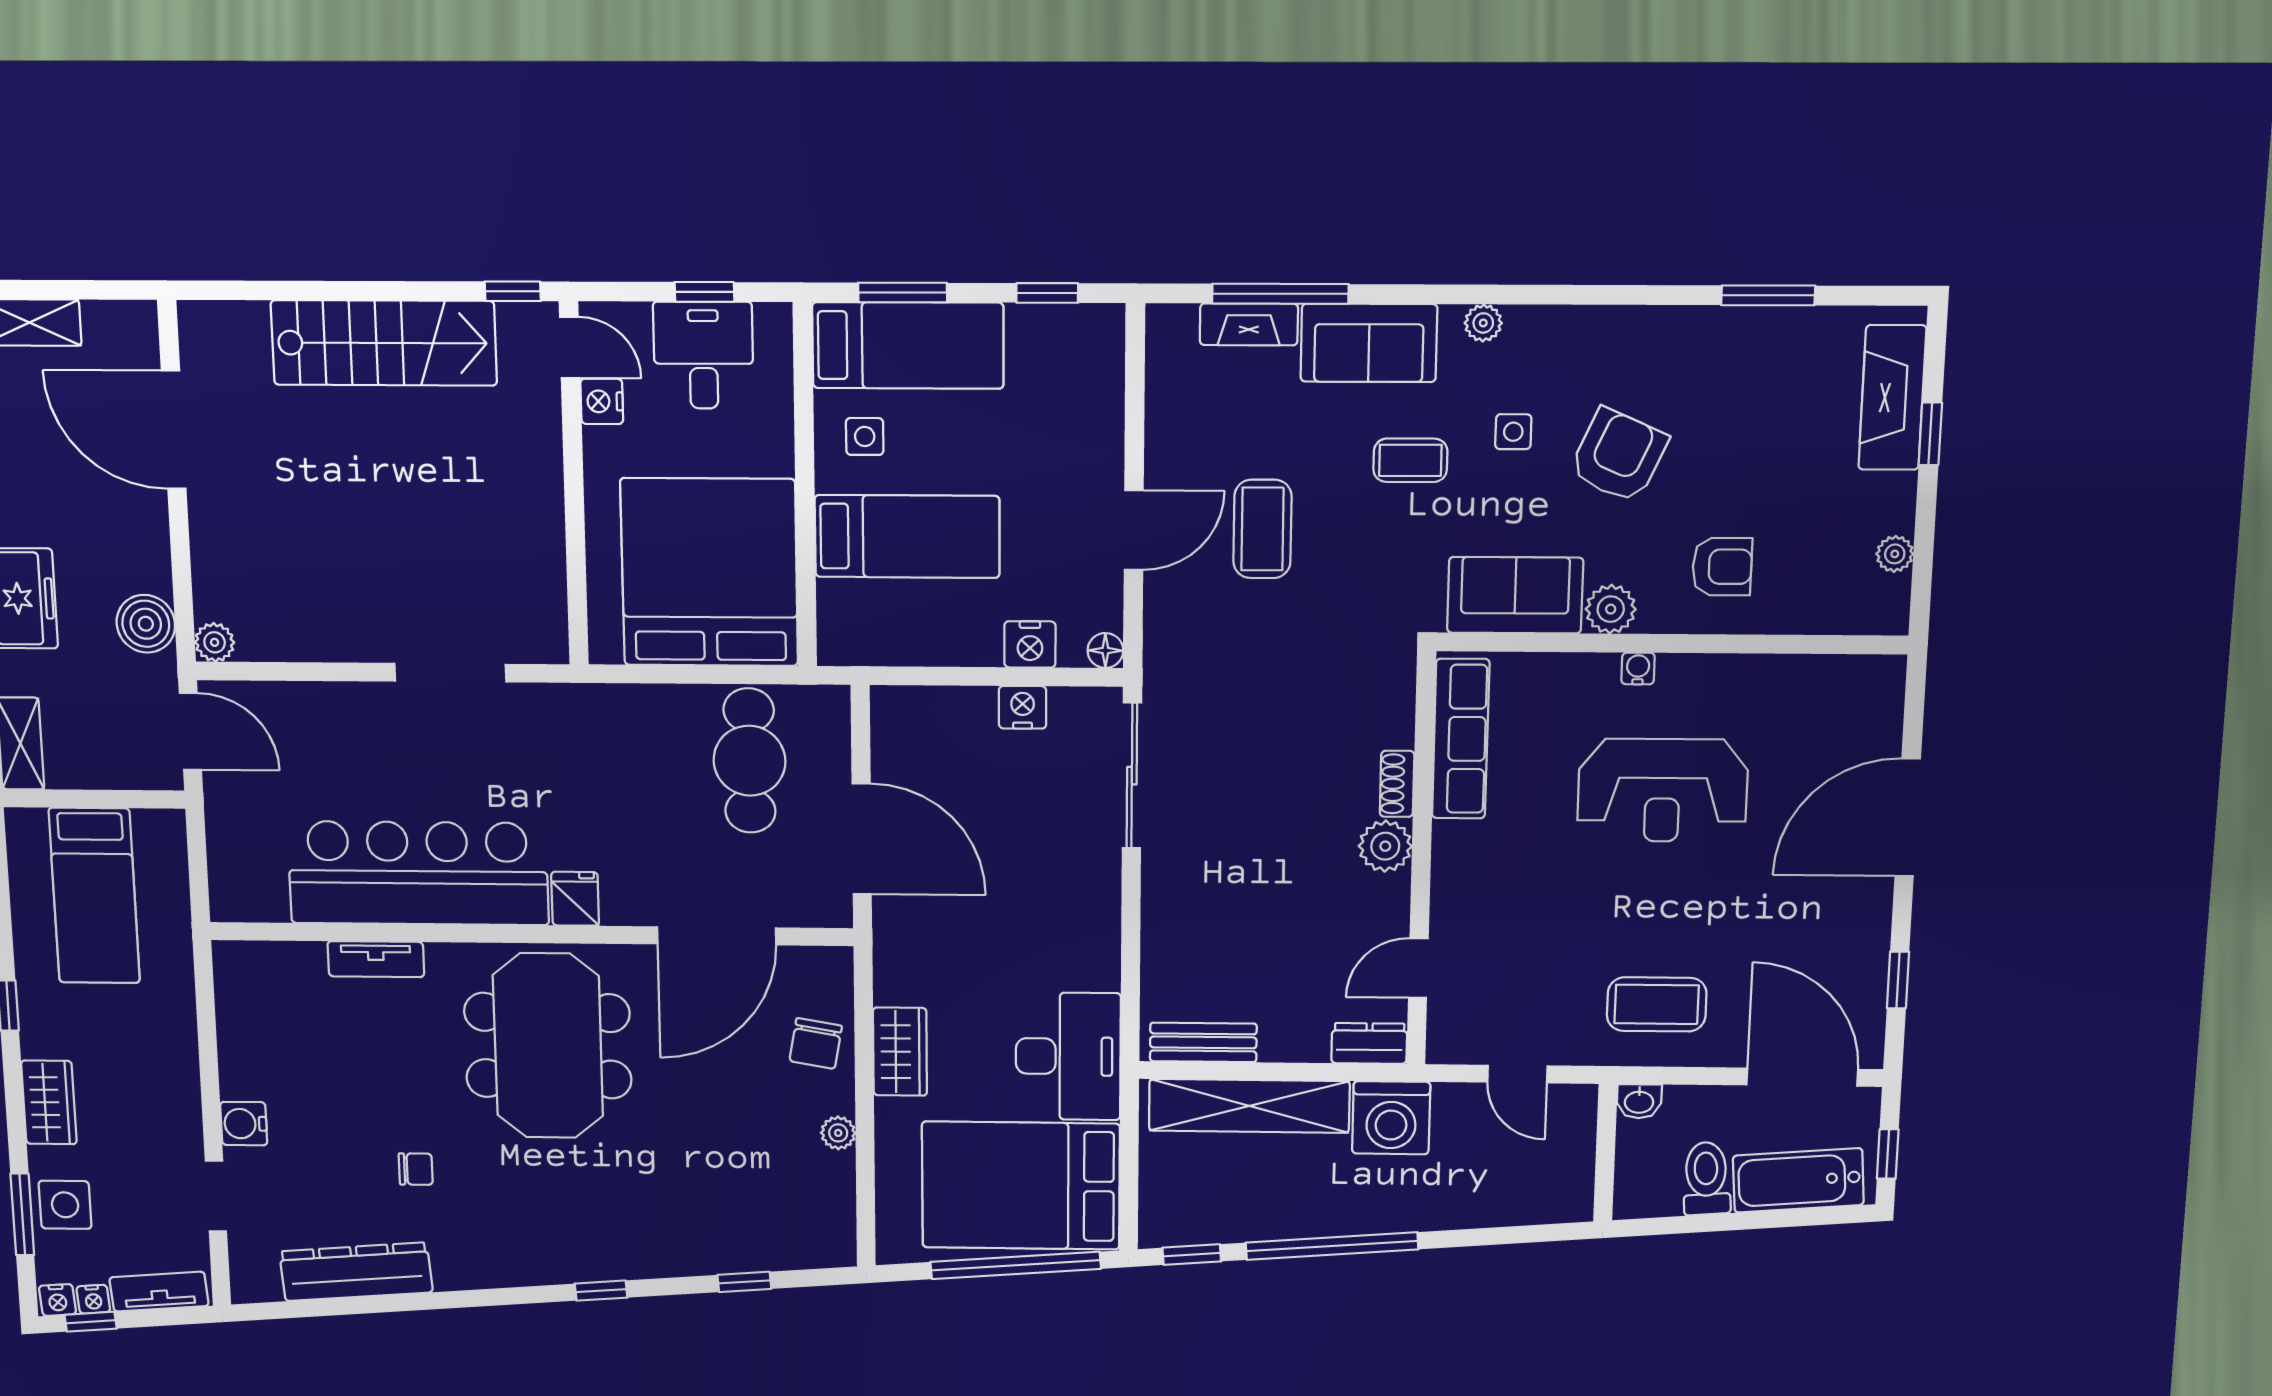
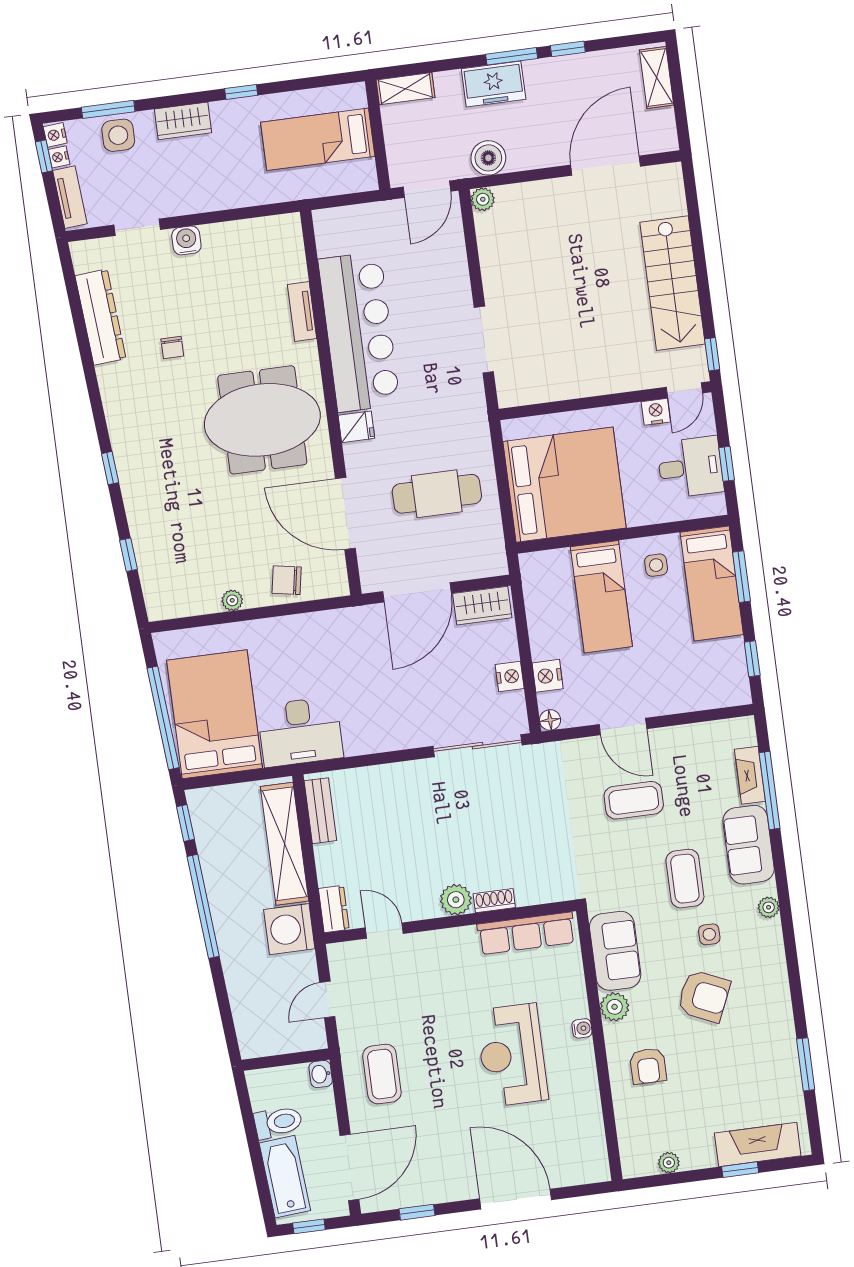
coffee table: (1410, 460) -> (685, 879), width x1.36, depth x1.30
cafe table: (750, 761) -> (437, 494), moved
wardrobe: (900, 1052) -> (482, 606), moved

